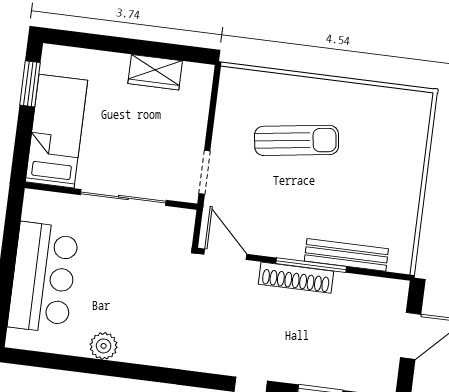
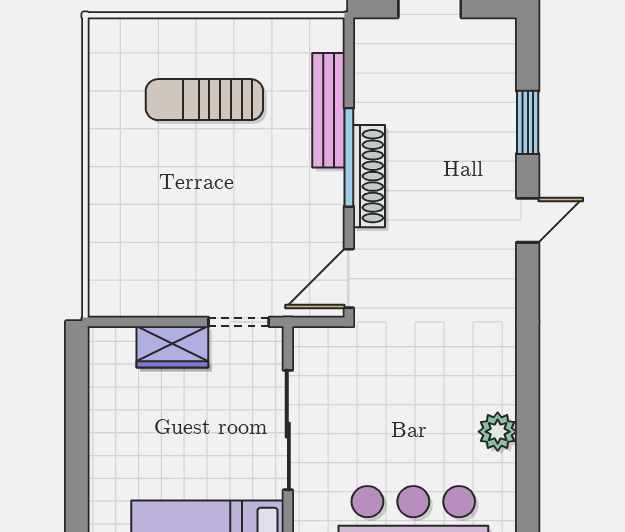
wardrobe: (155, 72) -> (172, 347), moved, turned 90
sun lounger: (297, 140) -> (204, 100), moved, turned -82

